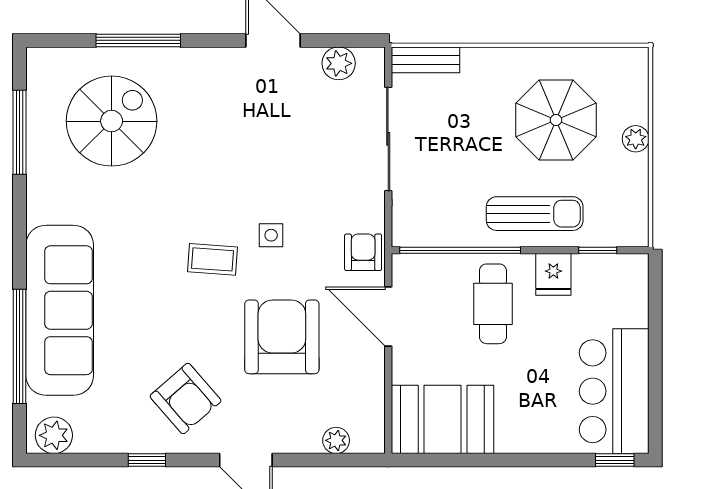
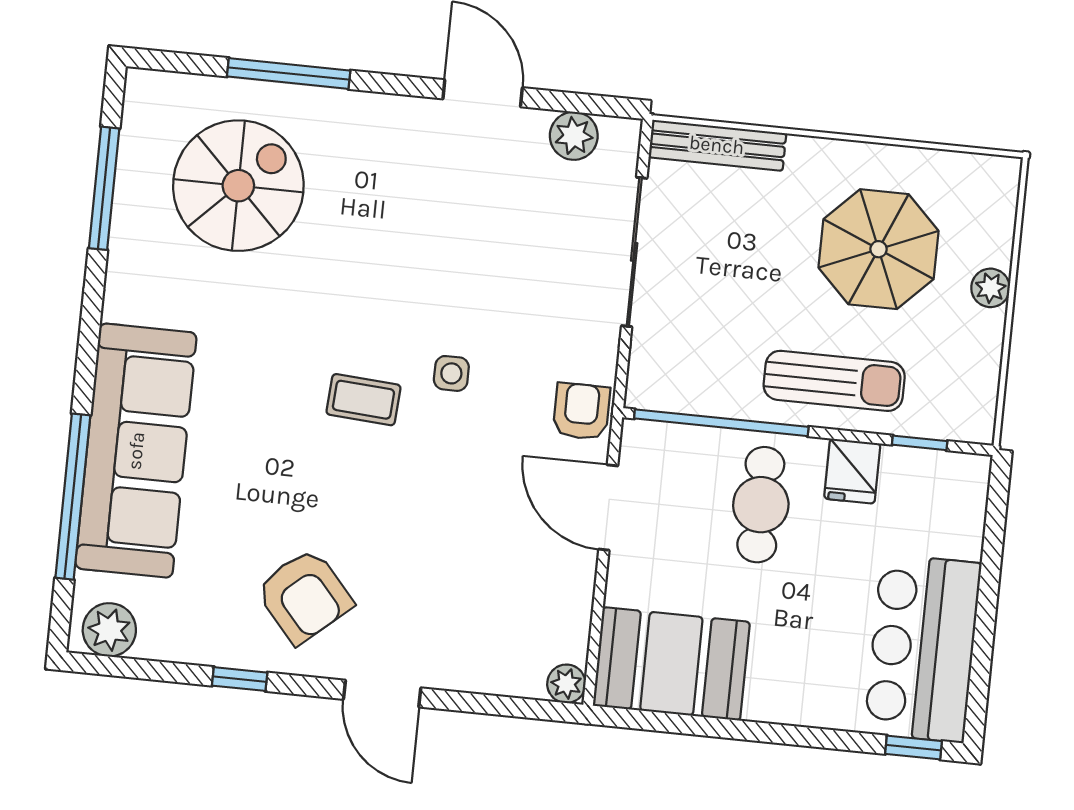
bench: (426, 60) -> (717, 145), width x1.36
armchair: (282, 337) -> (452, 521), removed
plant: (336, 440) -> (566, 684), moved

